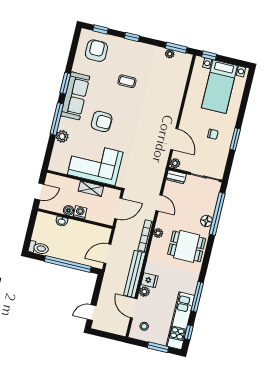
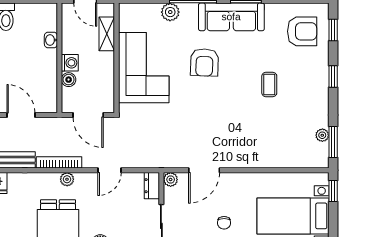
shelving: (91, 189) -> (107, 34), moved
boiler: (69, 210) -> (69, 80), moved

